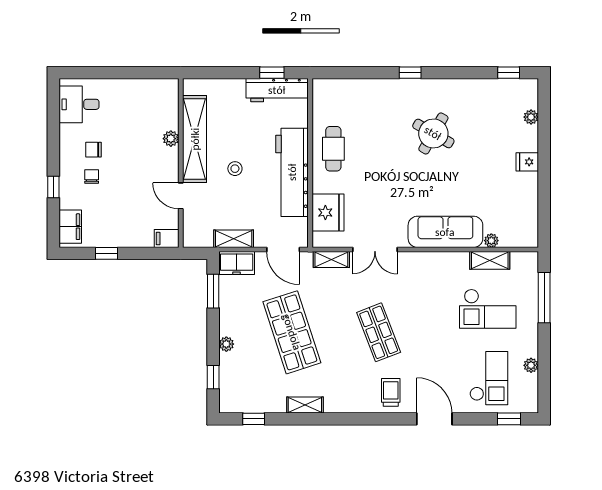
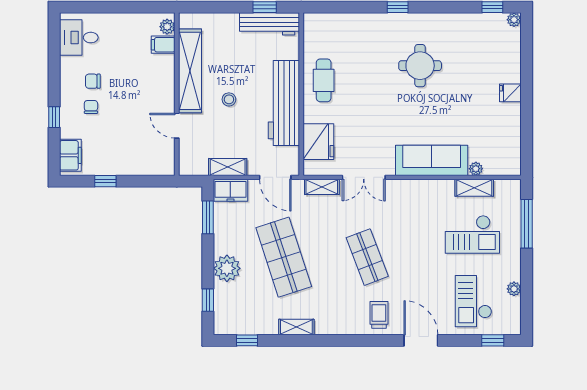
plant: (531, 117) -> (514, 20), moved
round table: (433, 133) -> (420, 66), turned -30
plant: (171, 139) -> (167, 27), moved
filing cabinet: (167, 239) -> (163, 45), moved
plant: (226, 344) -> (227, 268), width x1.87, depth x1.87
checkout: (489, 378) -> (473, 301), turned 180

